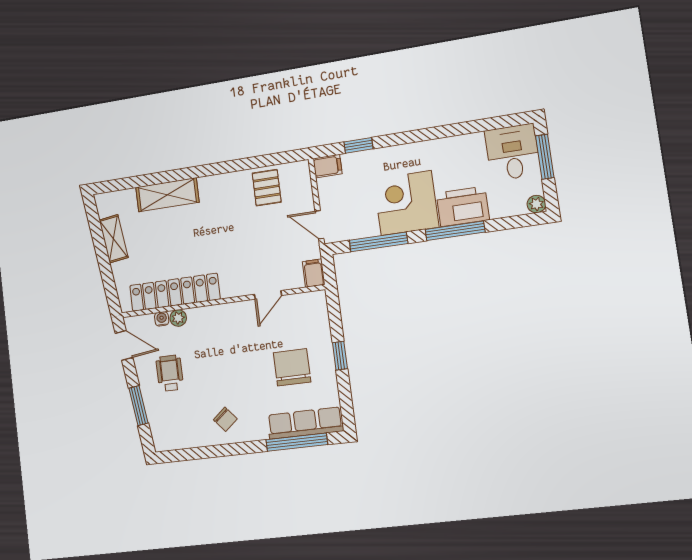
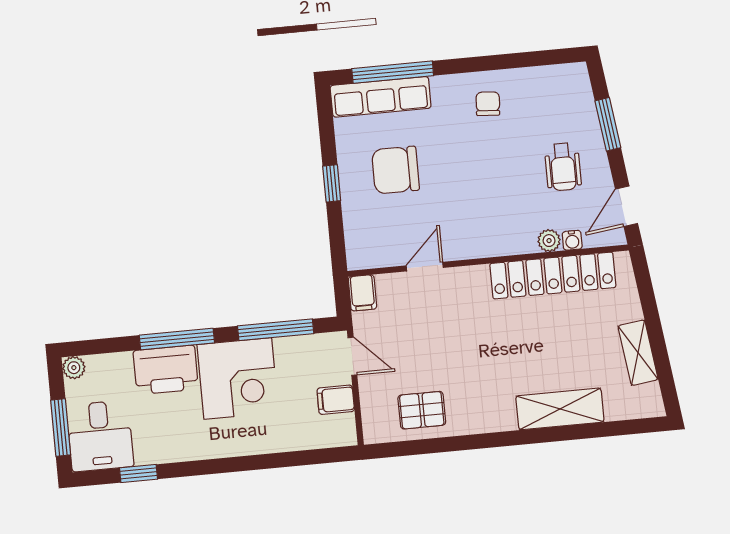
window: (358, 145) -> (139, 473), moved
filing cabinet: (328, 166) -> (336, 400), moved
pallet: (267, 188) -> (422, 410), turned 90
door: (124, 345) -> (627, 206), hinge flipped
chair: (292, 367) -> (395, 170), turned 90
chair: (225, 419) -> (488, 104), turned 44

